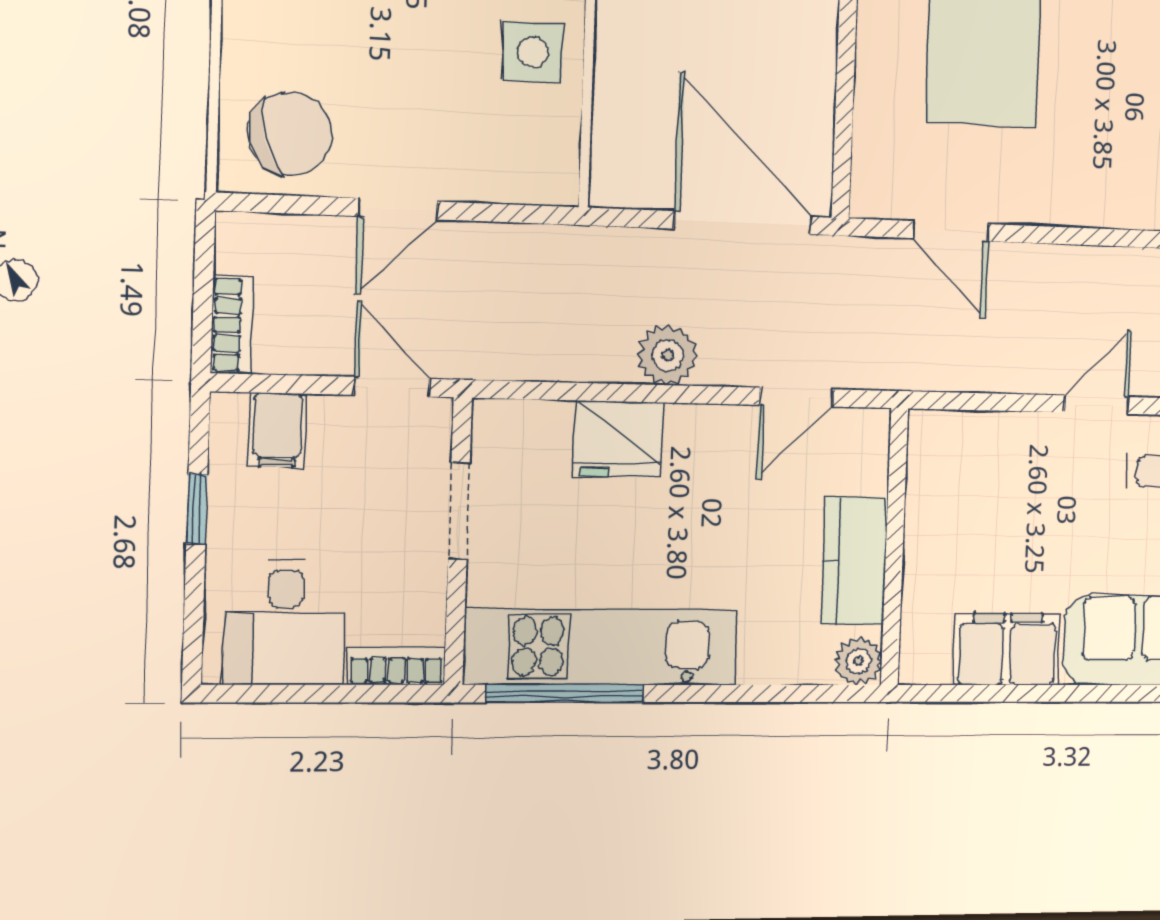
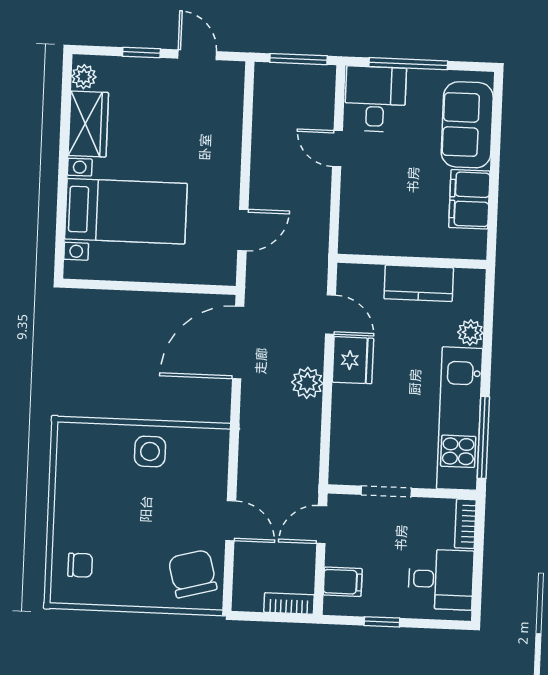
fridge: (618, 439) -> (353, 360), moved
plant: (858, 661) -> (470, 333), moved

